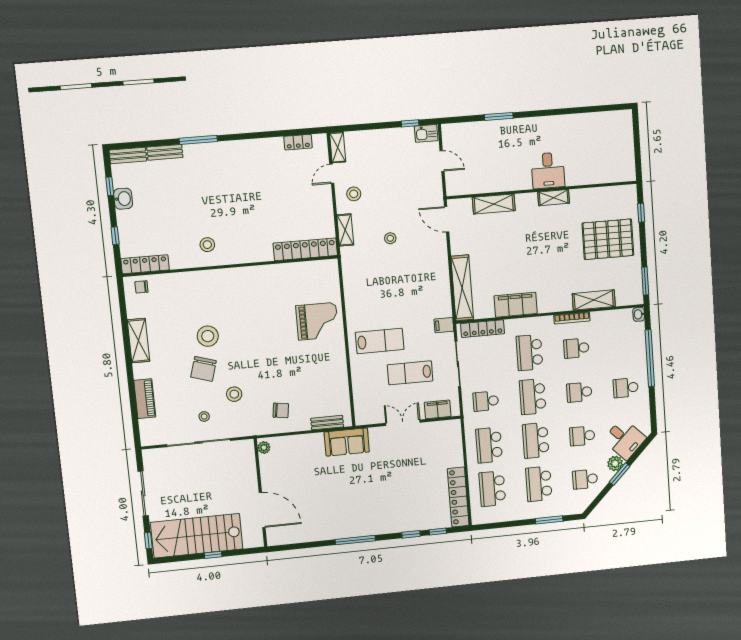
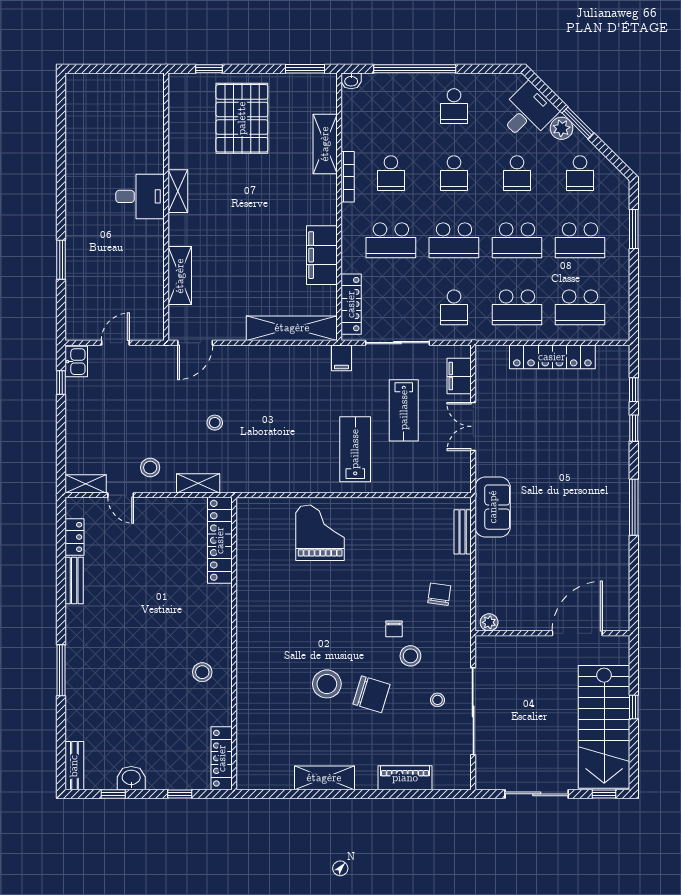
bench: (165, 152) -> (74, 580), moved
chair: (141, 287) -> (394, 629), moved
locker: (458, 497) -> (552, 357), moved

